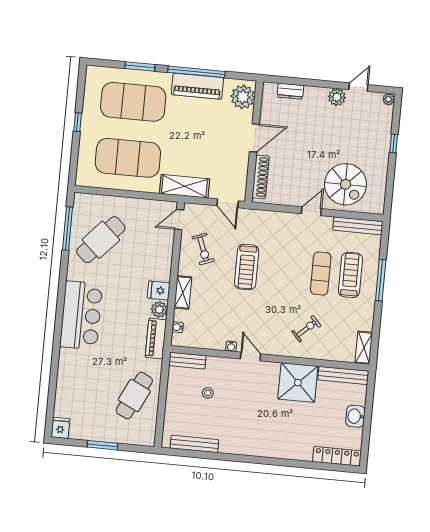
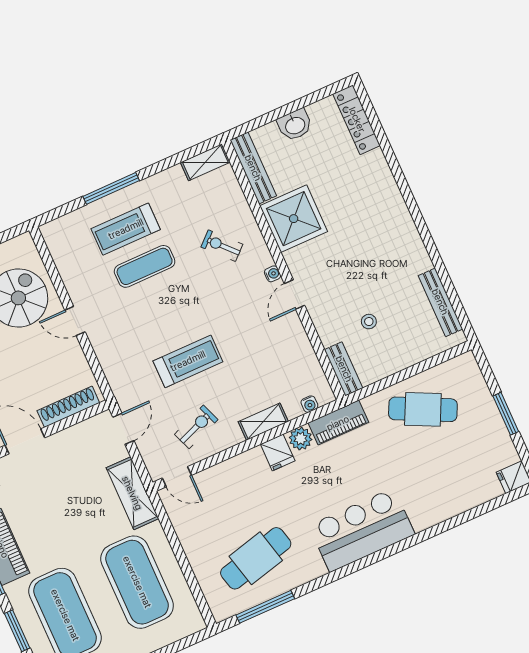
bench: (358, 226) -> (60, 254), removed
cafe table: (101, 240) -> (256, 558), turned -56
water cooler: (231, 346) -> (273, 274), moved

